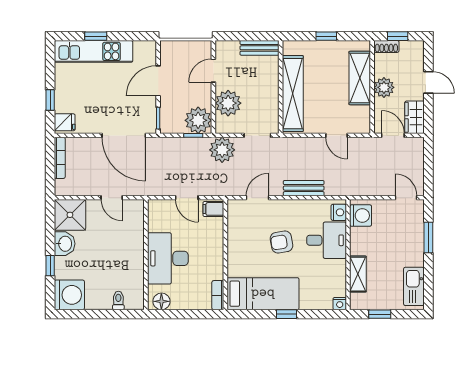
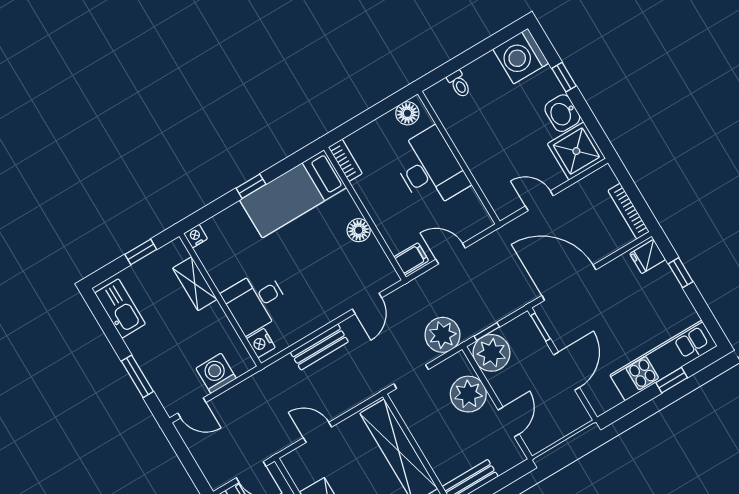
washing machine: (361, 216) -> (216, 373), moved, turned 90
armchair: (282, 242) -> (308, 268), removed
floor lamp: (236, 246) -> (359, 230), added

